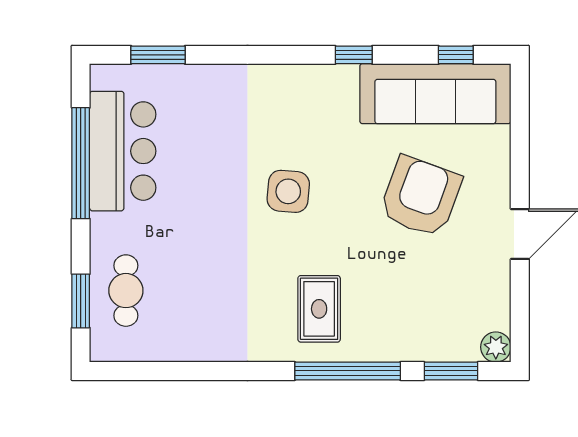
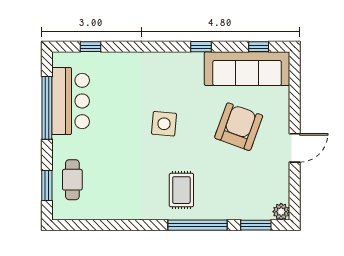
window: (158, 55) -> (90, 47), width x0.67

